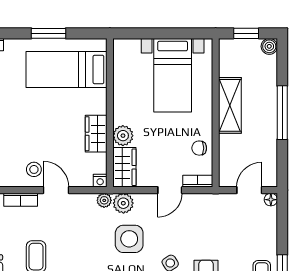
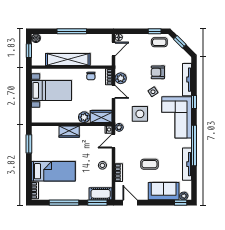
window: (48, 33) -> (29, 144), moved
bed: (67, 70) -> (53, 171), moved, turned -90
shelving: (230, 105) -> (68, 60), width x1.47
wardrobe: (96, 134) -> (69, 132), moved
door: (56, 190) -> (114, 141), moved
door: (249, 190) -> (114, 49), swing flipped
plant: (123, 203) -> (121, 78), moved

